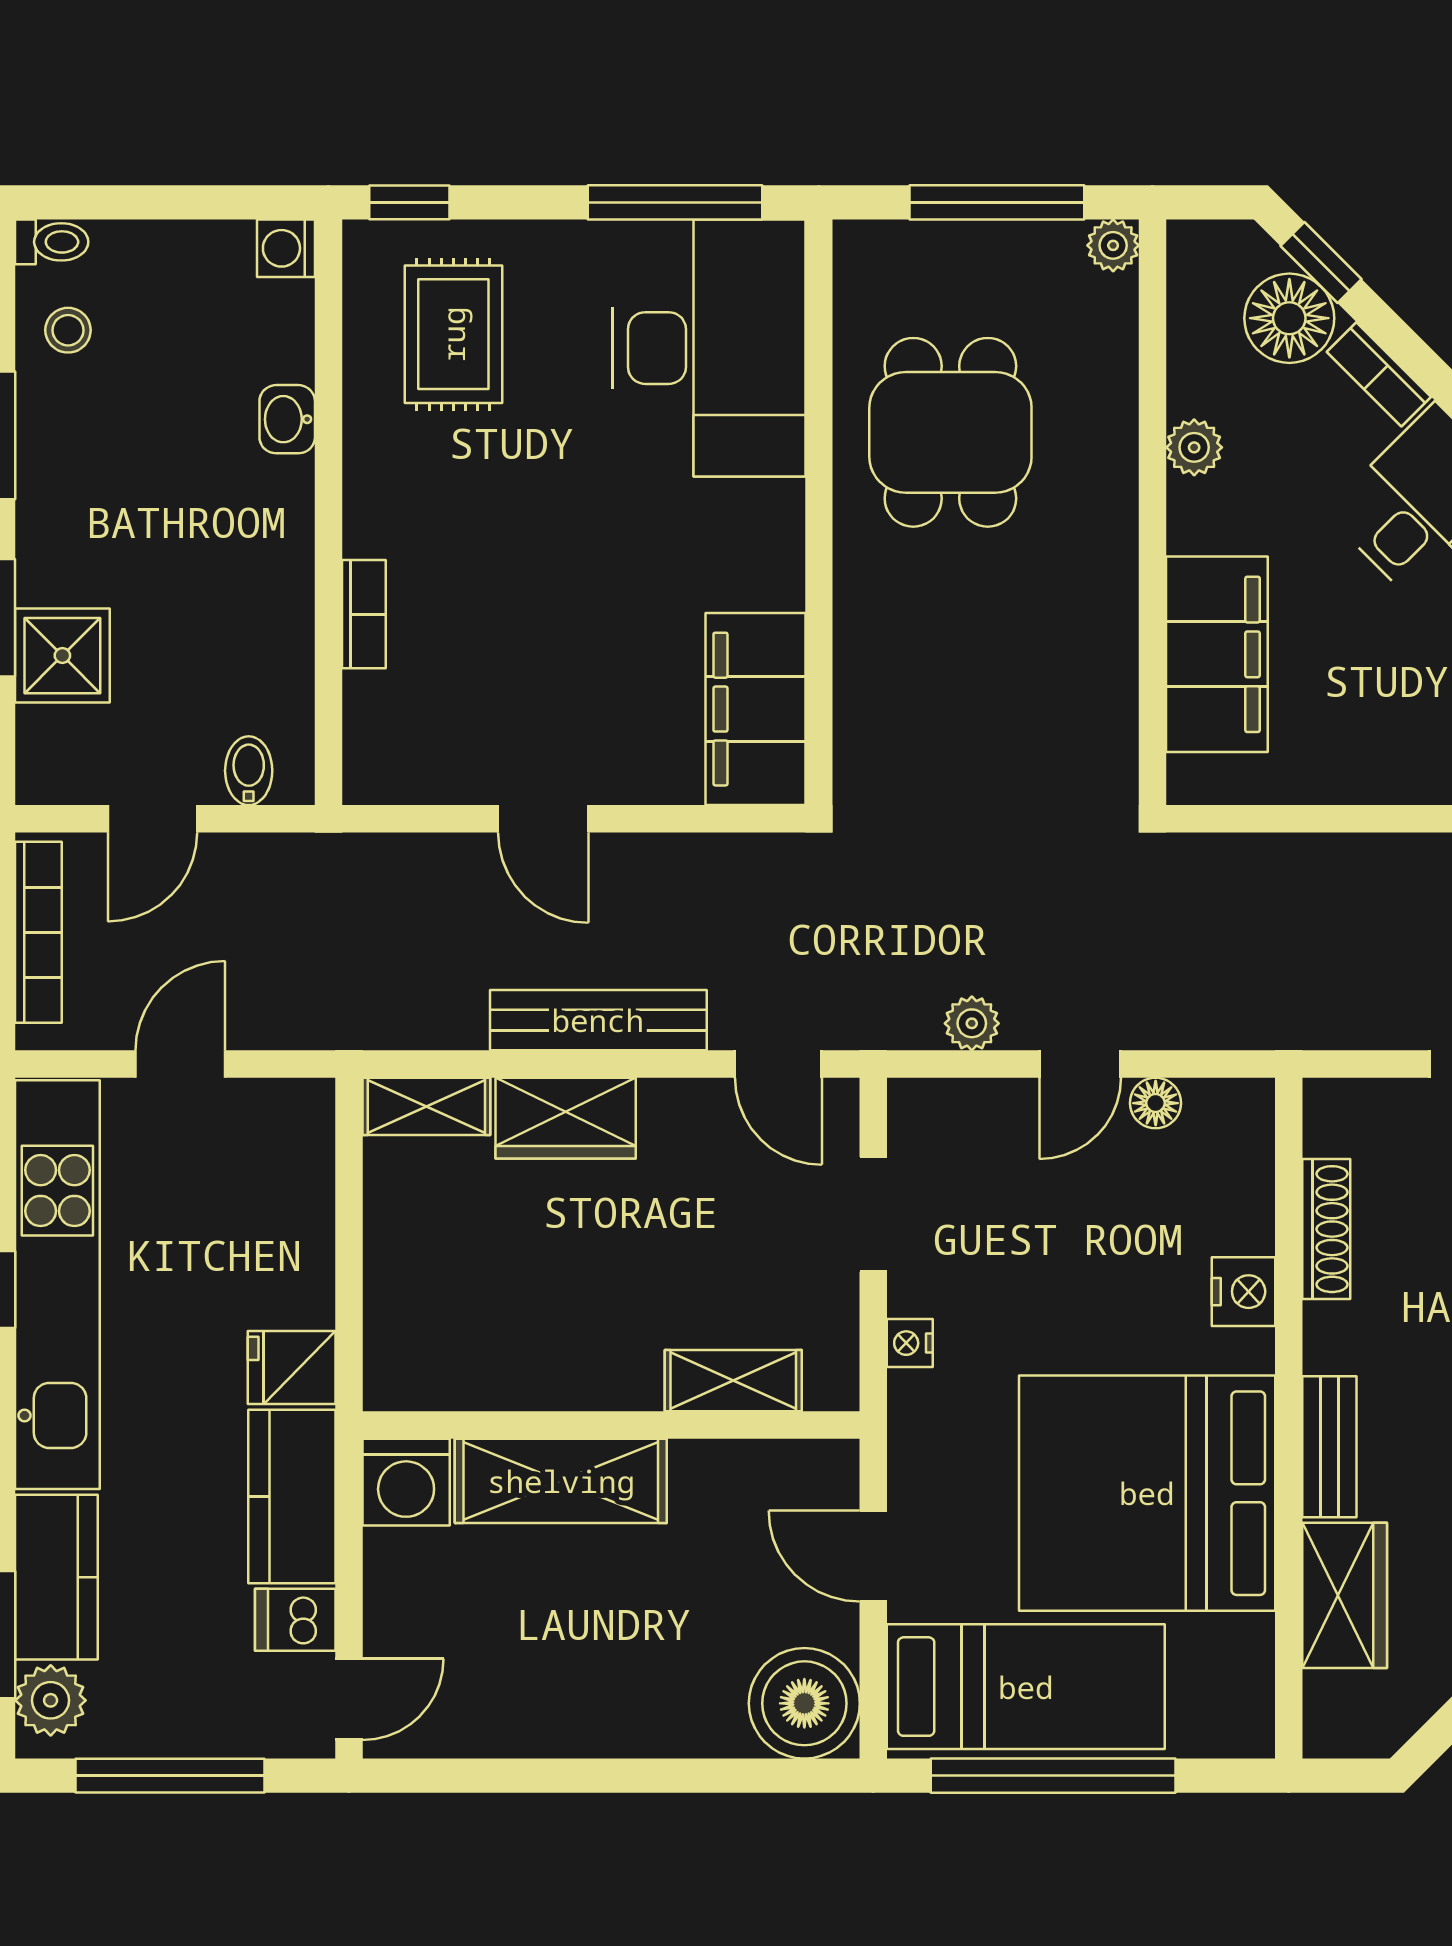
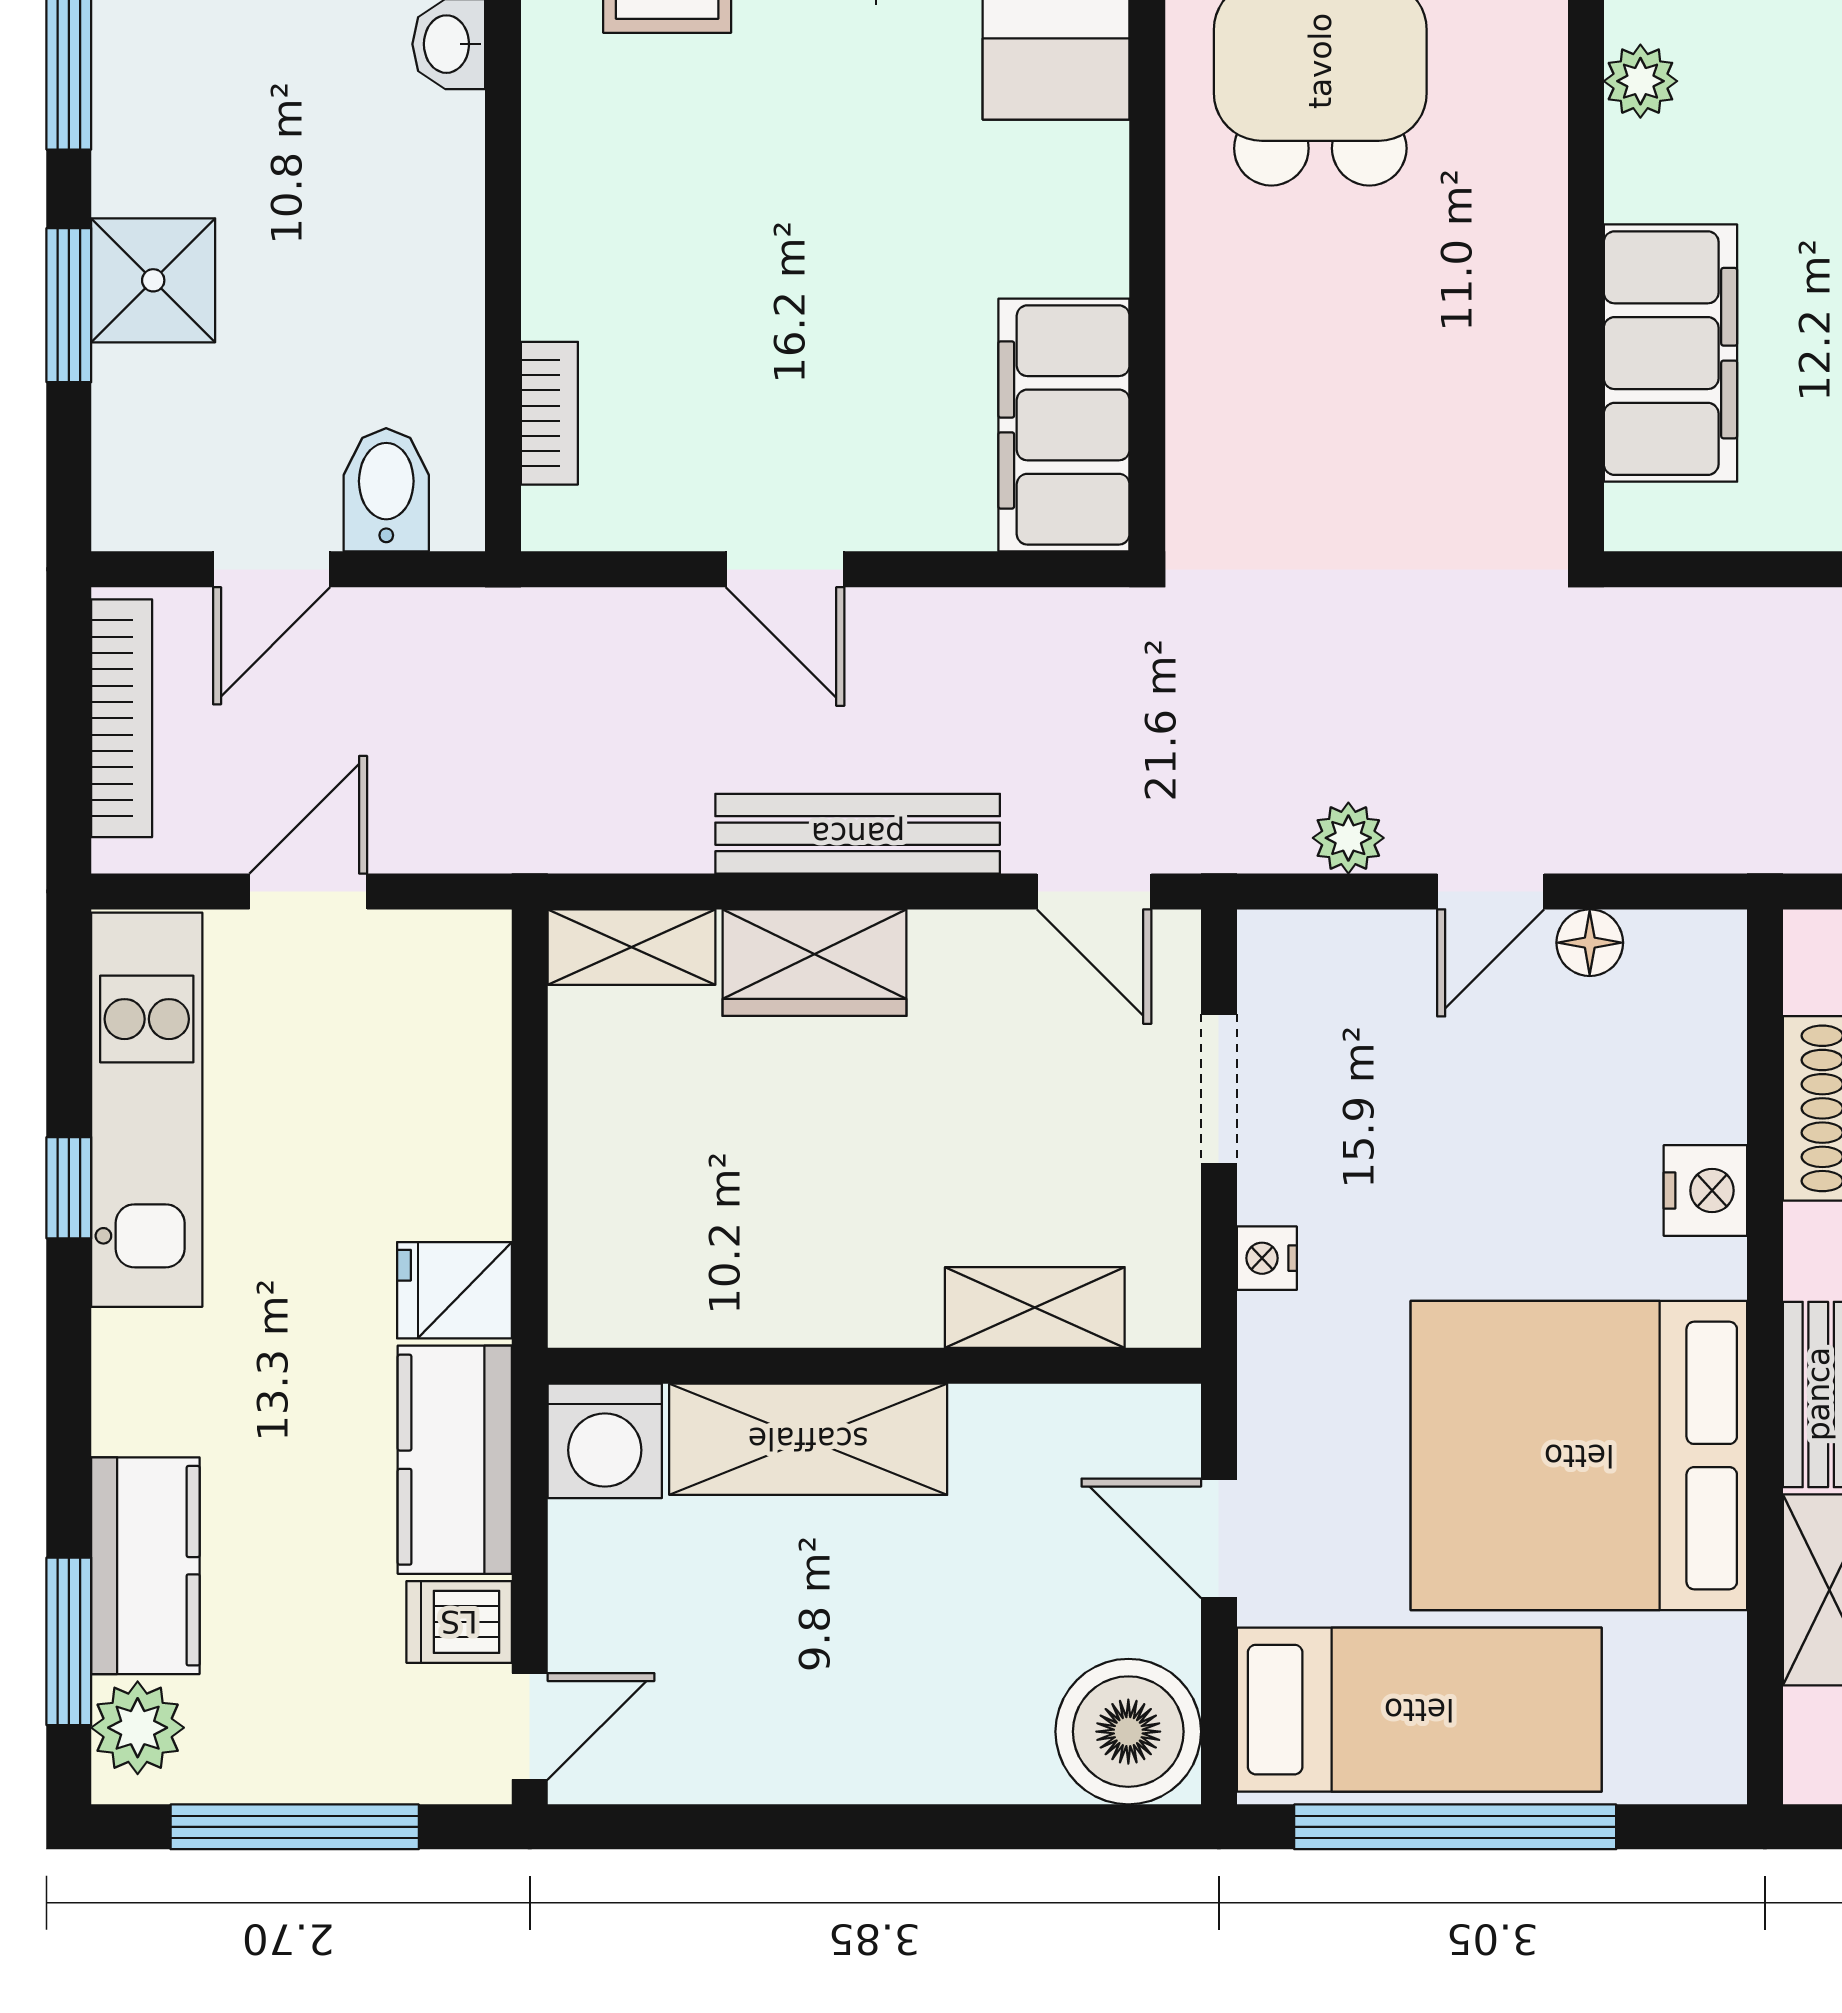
bookcase: (364, 614) -> (549, 413), moved
shower: (62, 656) -> (153, 280), moved
bidet: (249, 771) -> (386, 490), width x1.38, depth x1.36
kitchen unit: (57, 1285) -> (147, 1110), width x0.73

